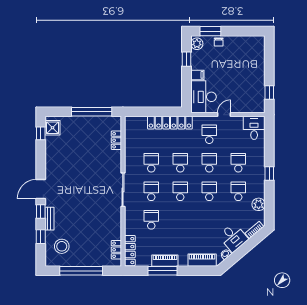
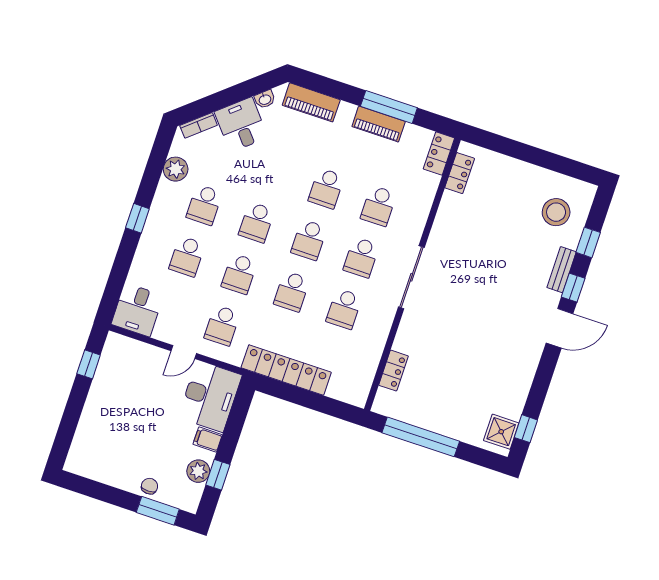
plant: (197, 44) -> (198, 471), moved
school desk: (180, 220) -> (326, 188), added
locker: (130, 251) -> (439, 153), width x0.66
window: (81, 271) -> (536, 156), removed

